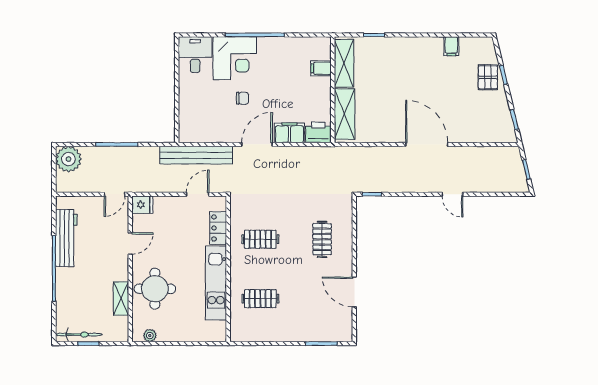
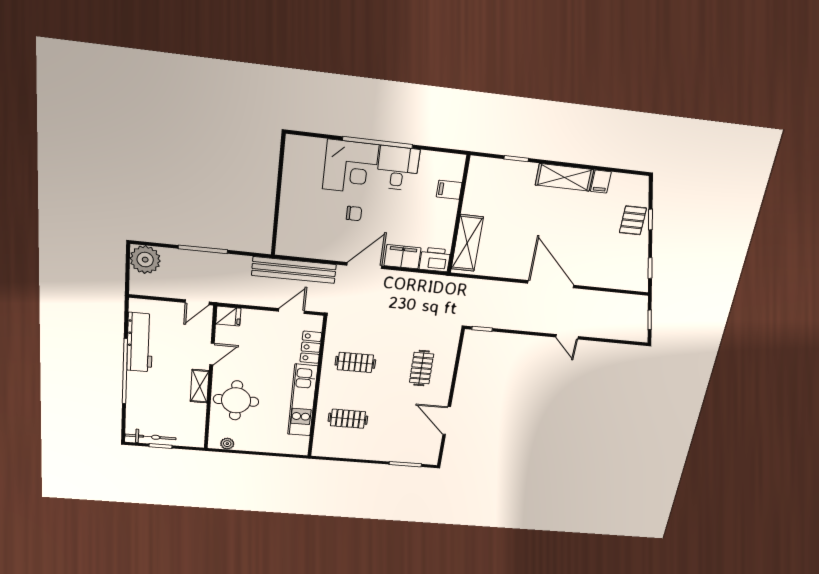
desk: (195, 55) -> (398, 168), moved
shelving: (344, 63) -> (564, 177), moved, turned 90
shelving: (121, 299) -> (200, 386), moved

